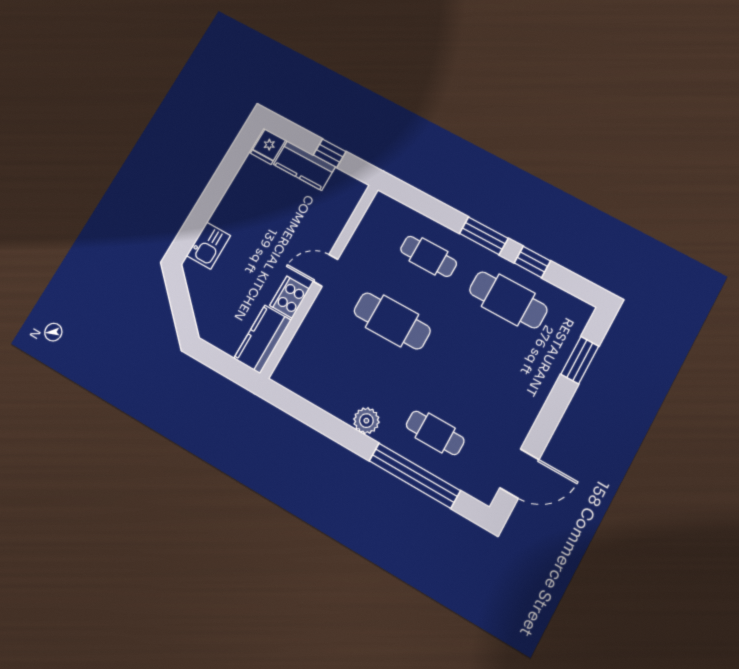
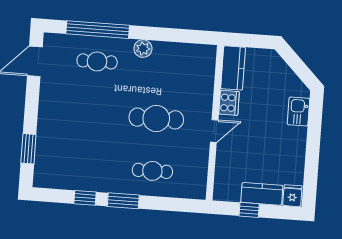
cafe table: (508, 300) -> (89, 166), removed

